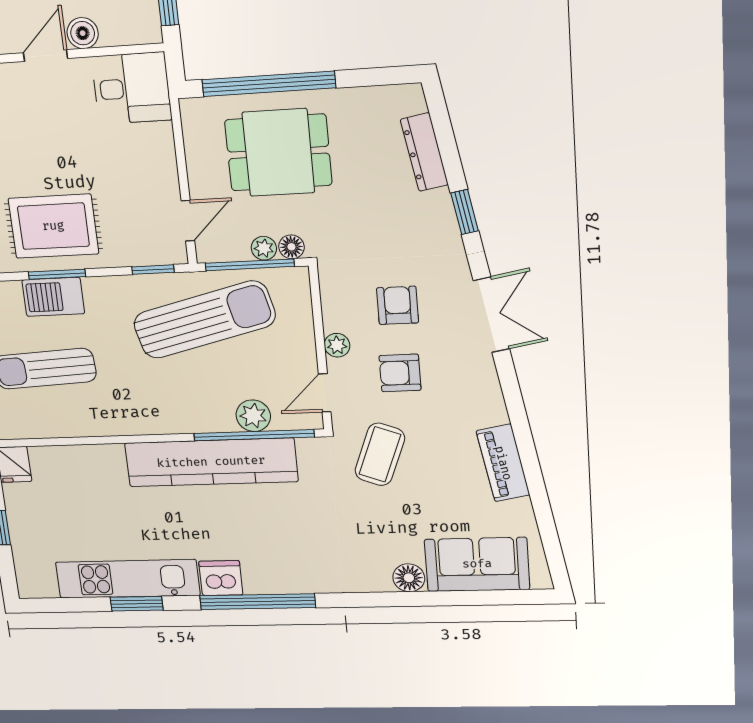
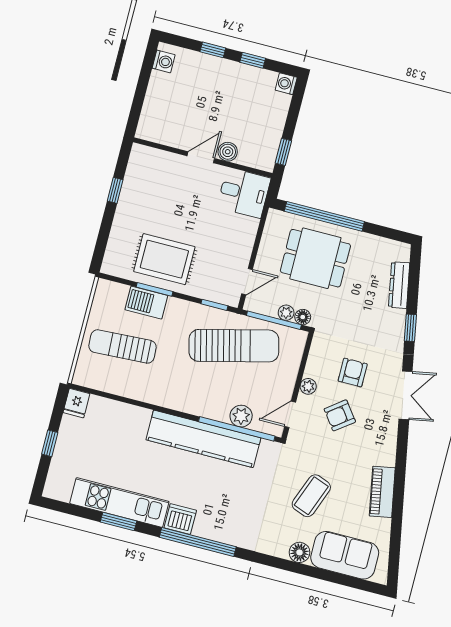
armchair: (400, 373) -> (340, 415), turned -37
coffee table: (380, 454) -> (311, 496), moved

